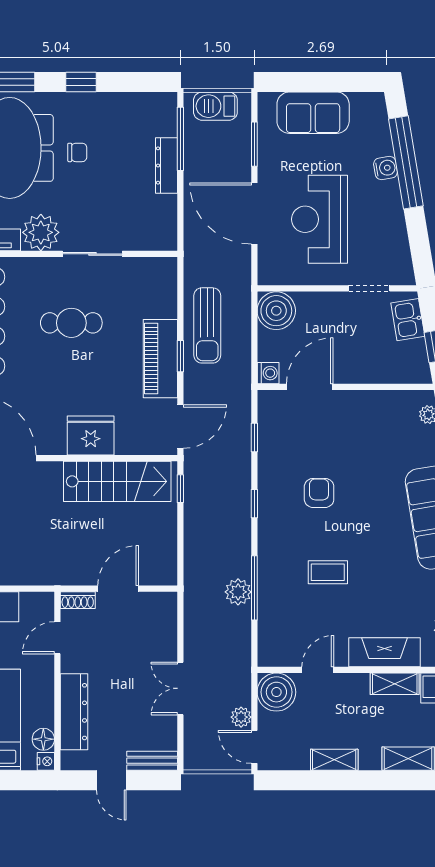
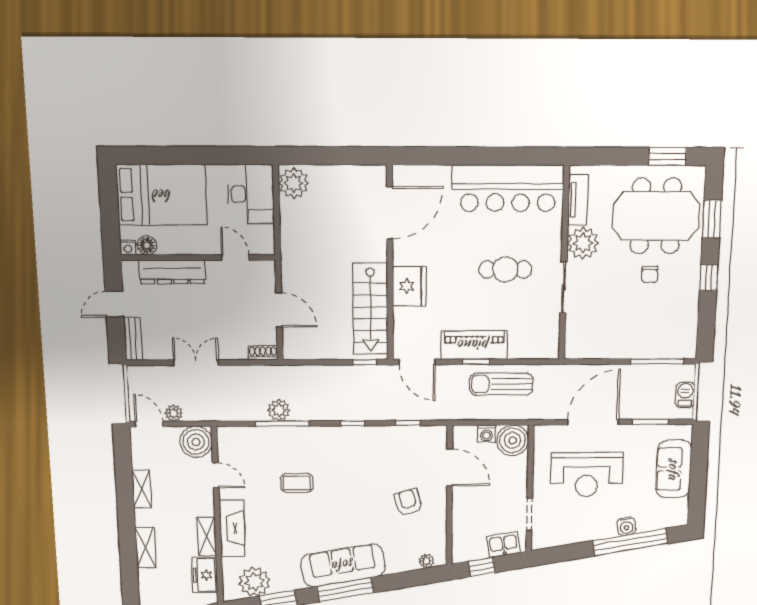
barbecue: (215, 106) -> (685, 395), width x0.73, depth x0.79
dresser: (167, 166) -> (636, 350), removed
reception desk: (319, 219) -> (587, 475), turned 180
cafe table: (71, 323) -> (505, 269), turned 90
washing machine: (268, 373) -> (486, 434), moved
armchair: (319, 493) -> (408, 502), moved, turned -106
coffee table: (328, 572) -> (297, 483), turned 90
shoe rack: (78, 600) -> (263, 353), moved, turned 90
door: (254, 747) -> (149, 424), hinge flipped

